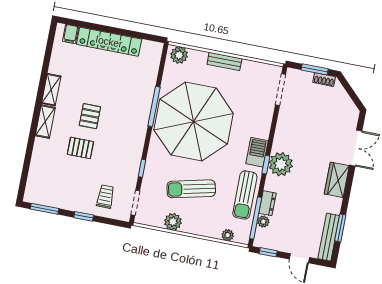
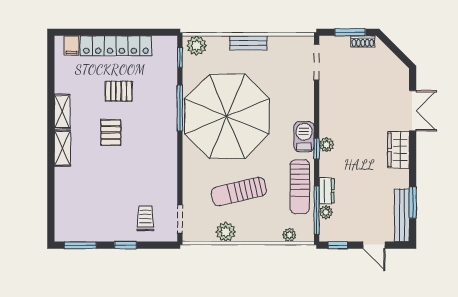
pallet: (80, 148) -> (119, 91), moved
plant: (281, 164) -> (327, 145), width x0.53, depth x0.53
window: (142, 168) -> (180, 57), moved

